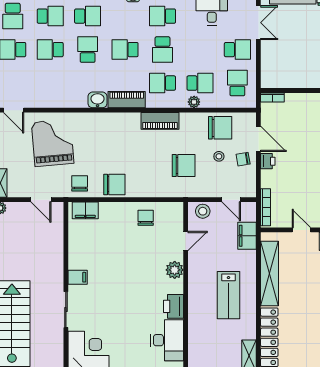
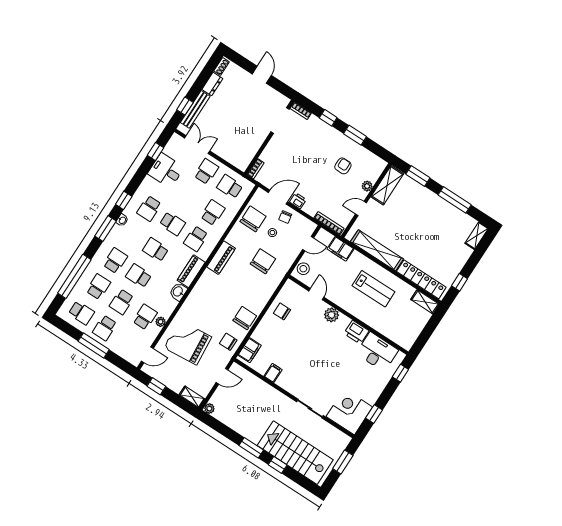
school desk: (125, 50) -> (156, 250), turned 90
school desk: (50, 83) -> (145, 317), added
plant: (194, 102) -> (161, 322), moved
filing cabinet: (78, 277) -> (273, 373), moved

